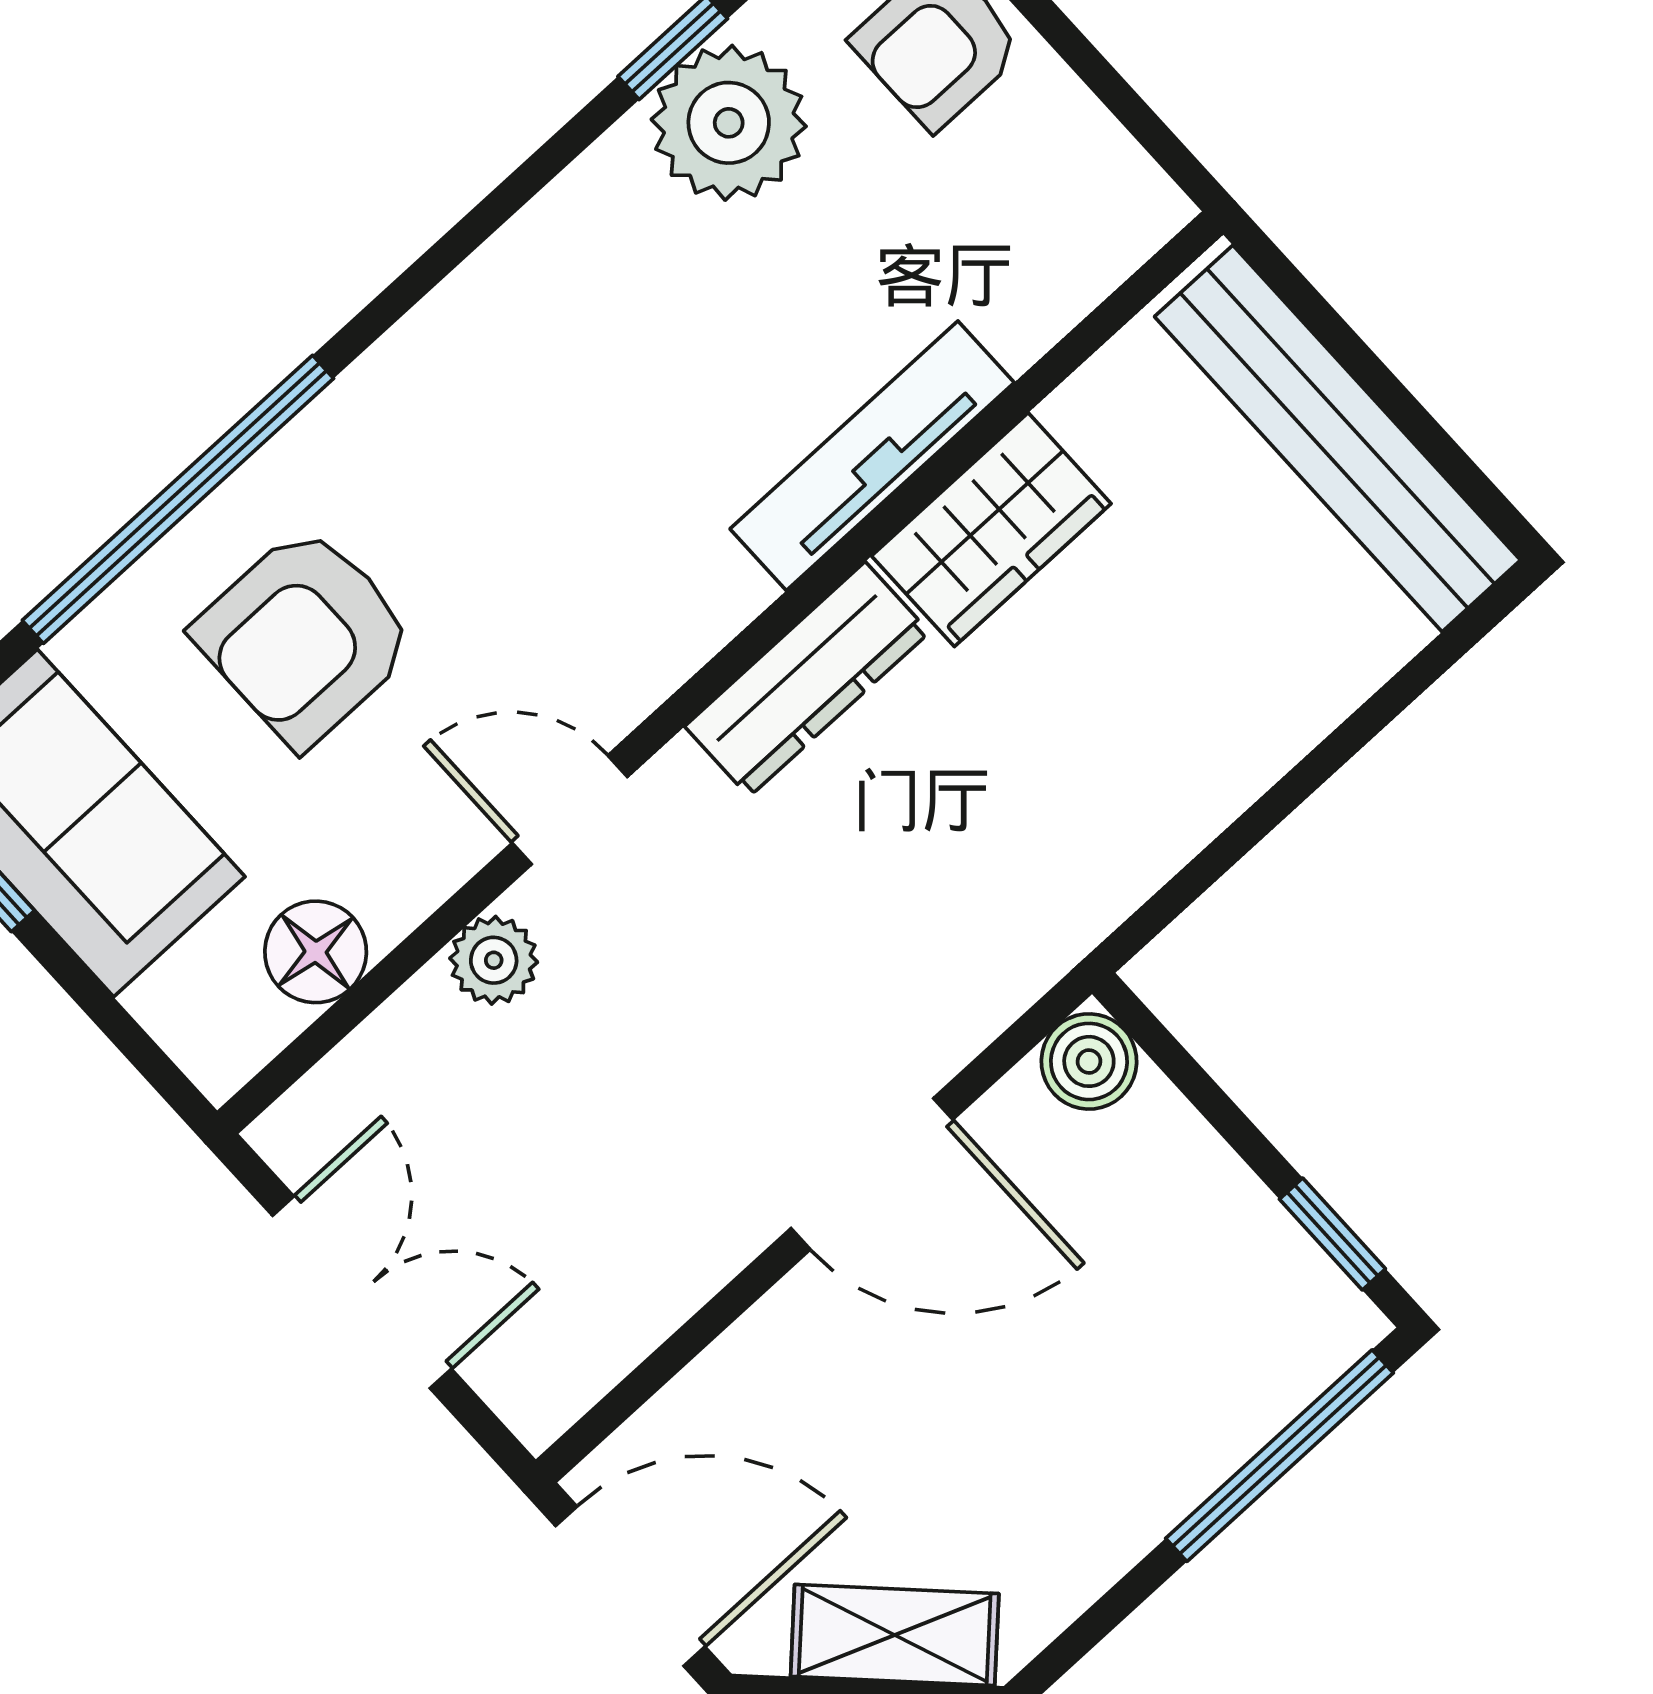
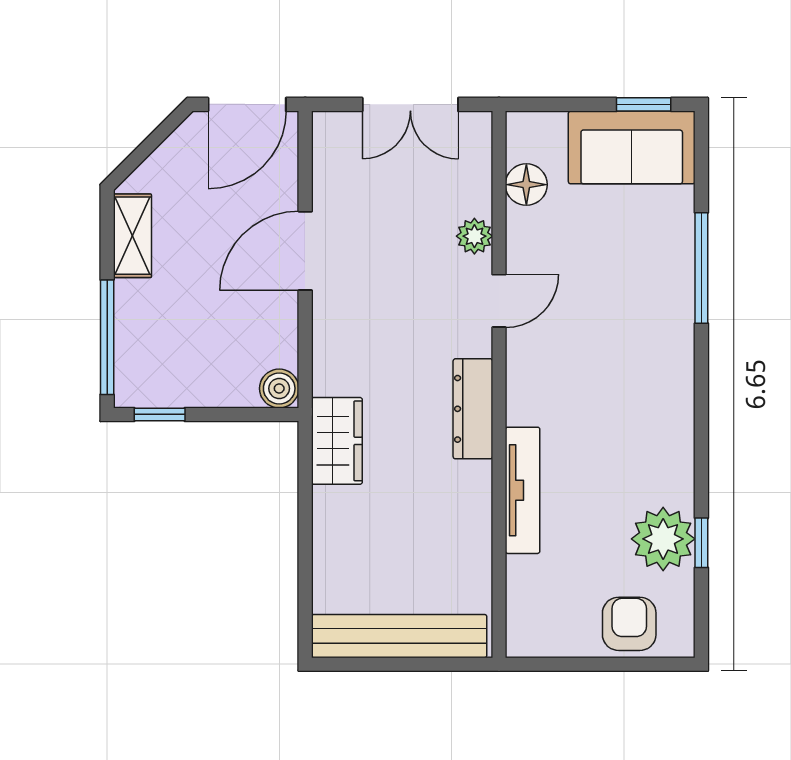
window: (178, 499) -> (701, 268), width x0.68
wardrobe: (991, 530) -> (337, 441), moved, turned 180
armchair: (305, 637) -> (625, 269), removed
door: (872, 1174) -> (305, 251), moved
shelving: (895, 1635) -> (132, 236), moved, turned -45

